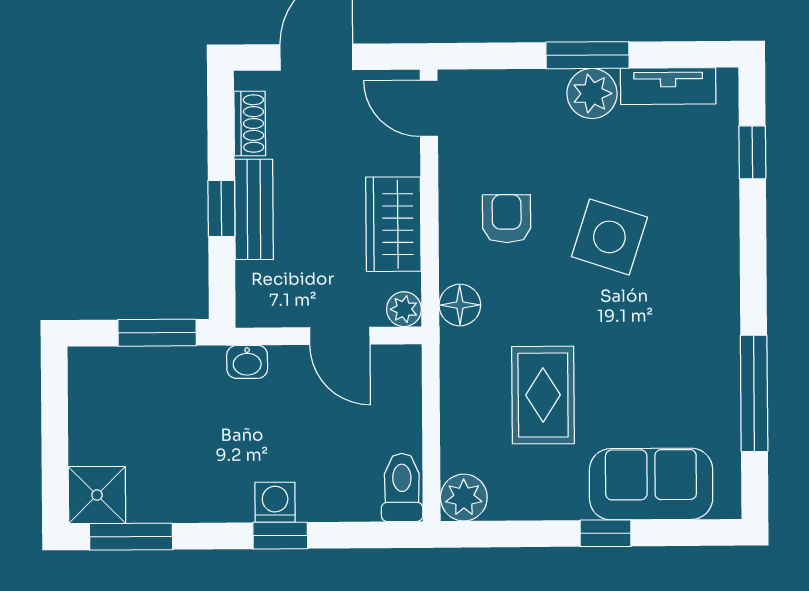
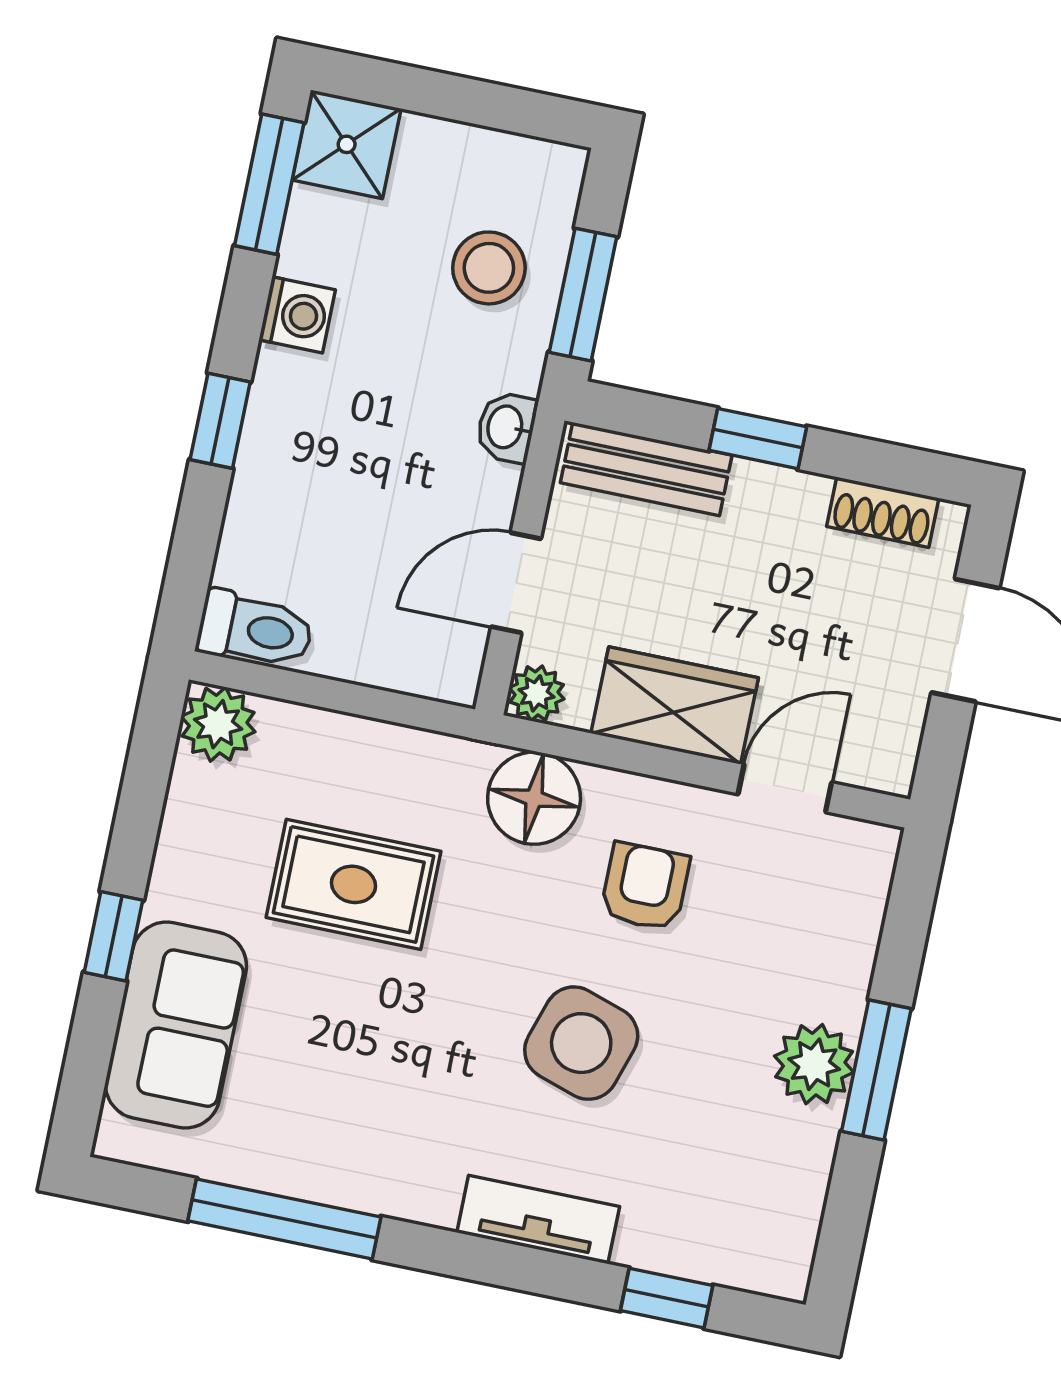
tv unit: (668, 86) -> (538, 1220), moved, turned 90
door: (429, 108) -> (785, 788), moved
bench: (254, 209) -> (646, 469), moved
armchair: (507, 219) -> (645, 887), turned -90
floor lamp: (460, 305) -> (534, 798), width x1.38, depth x1.38
stool: (153, 393) -> (489, 268), added
washing machine: (275, 502) -> (297, 315), moved

